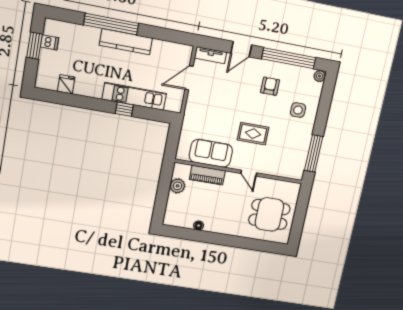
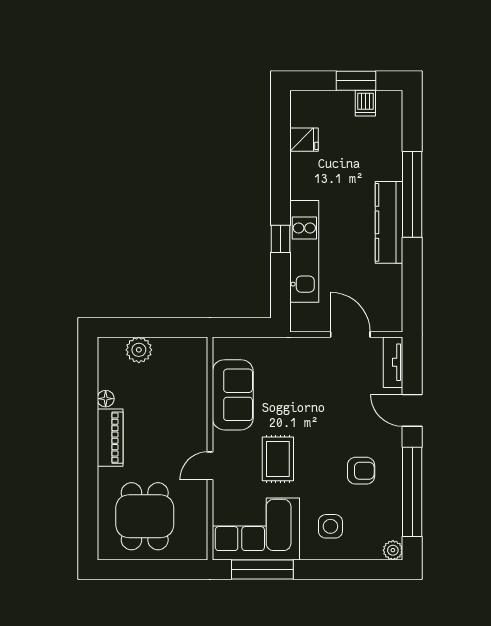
corner sofa: (290, 153) -> (256, 529), added
piano: (207, 175) -> (110, 438), moved, turned 180
plant: (177, 186) -> (139, 350), moved

